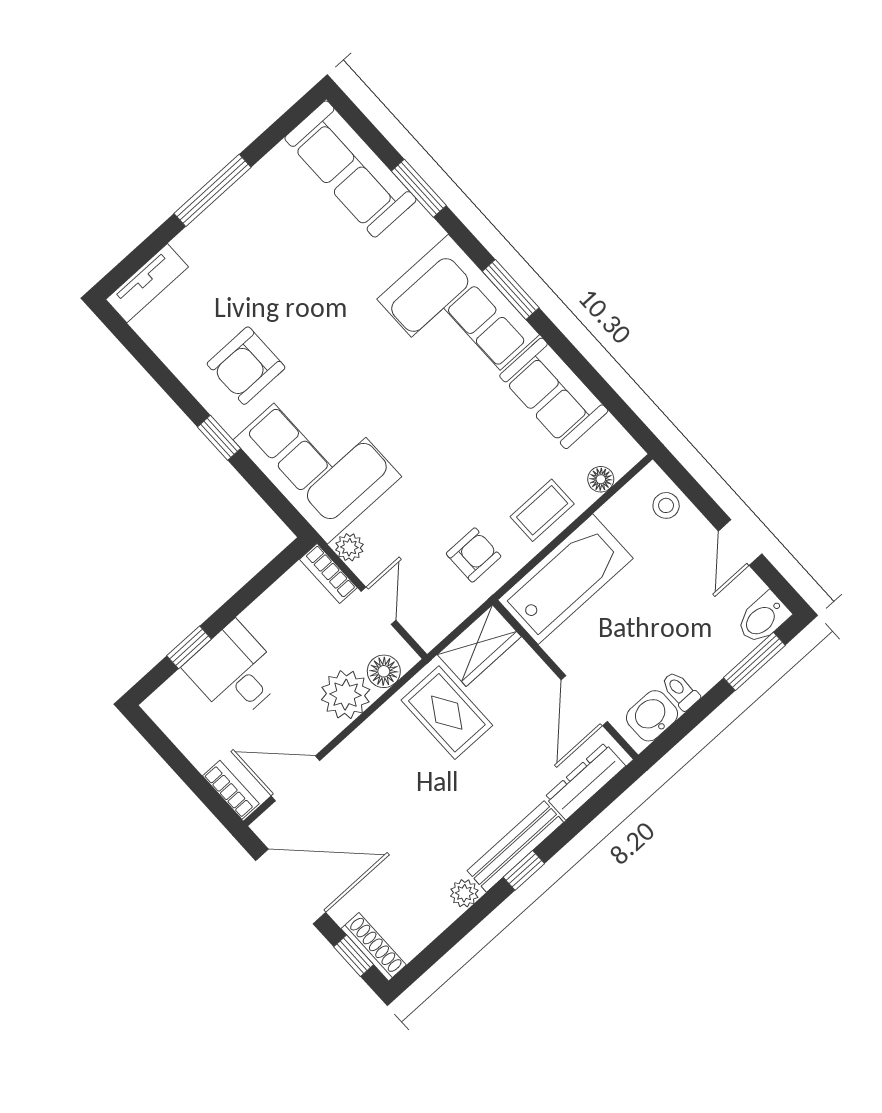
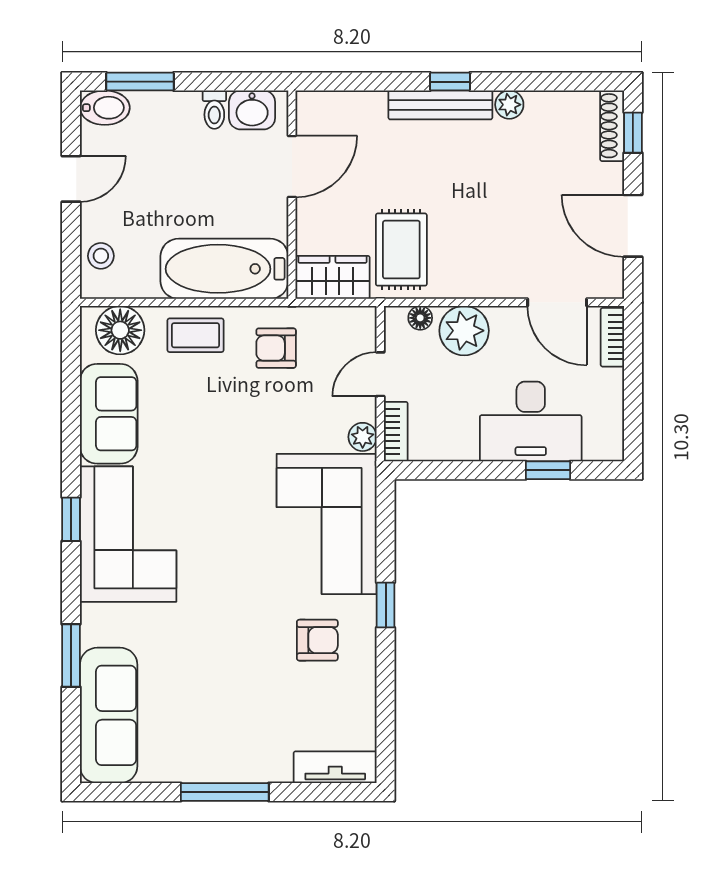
window: (511, 290) -> (71, 519), width x0.67
armchair: (246, 366) -> (317, 640), width x0.72, depth x0.72
floor lamp: (601, 479) -> (120, 330), width x1.89, depth x1.89
floor lamp: (384, 671) -> (420, 318), width x0.73, depth x0.73
desk: (235, 672) -> (531, 422), width x1.37
dresser: (585, 781) -> (345, 106), removed
door: (291, 886) -> (633, 226), width x0.73

